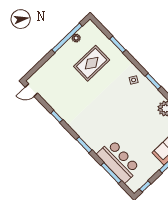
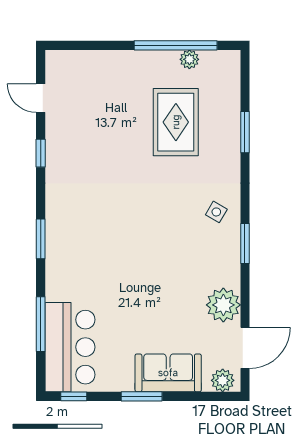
rug: (92, 63) -> (176, 122), turned 90
door: (31, 90) -> (41, 98), moved
bar counter: (118, 161) -> (70, 347), moved

